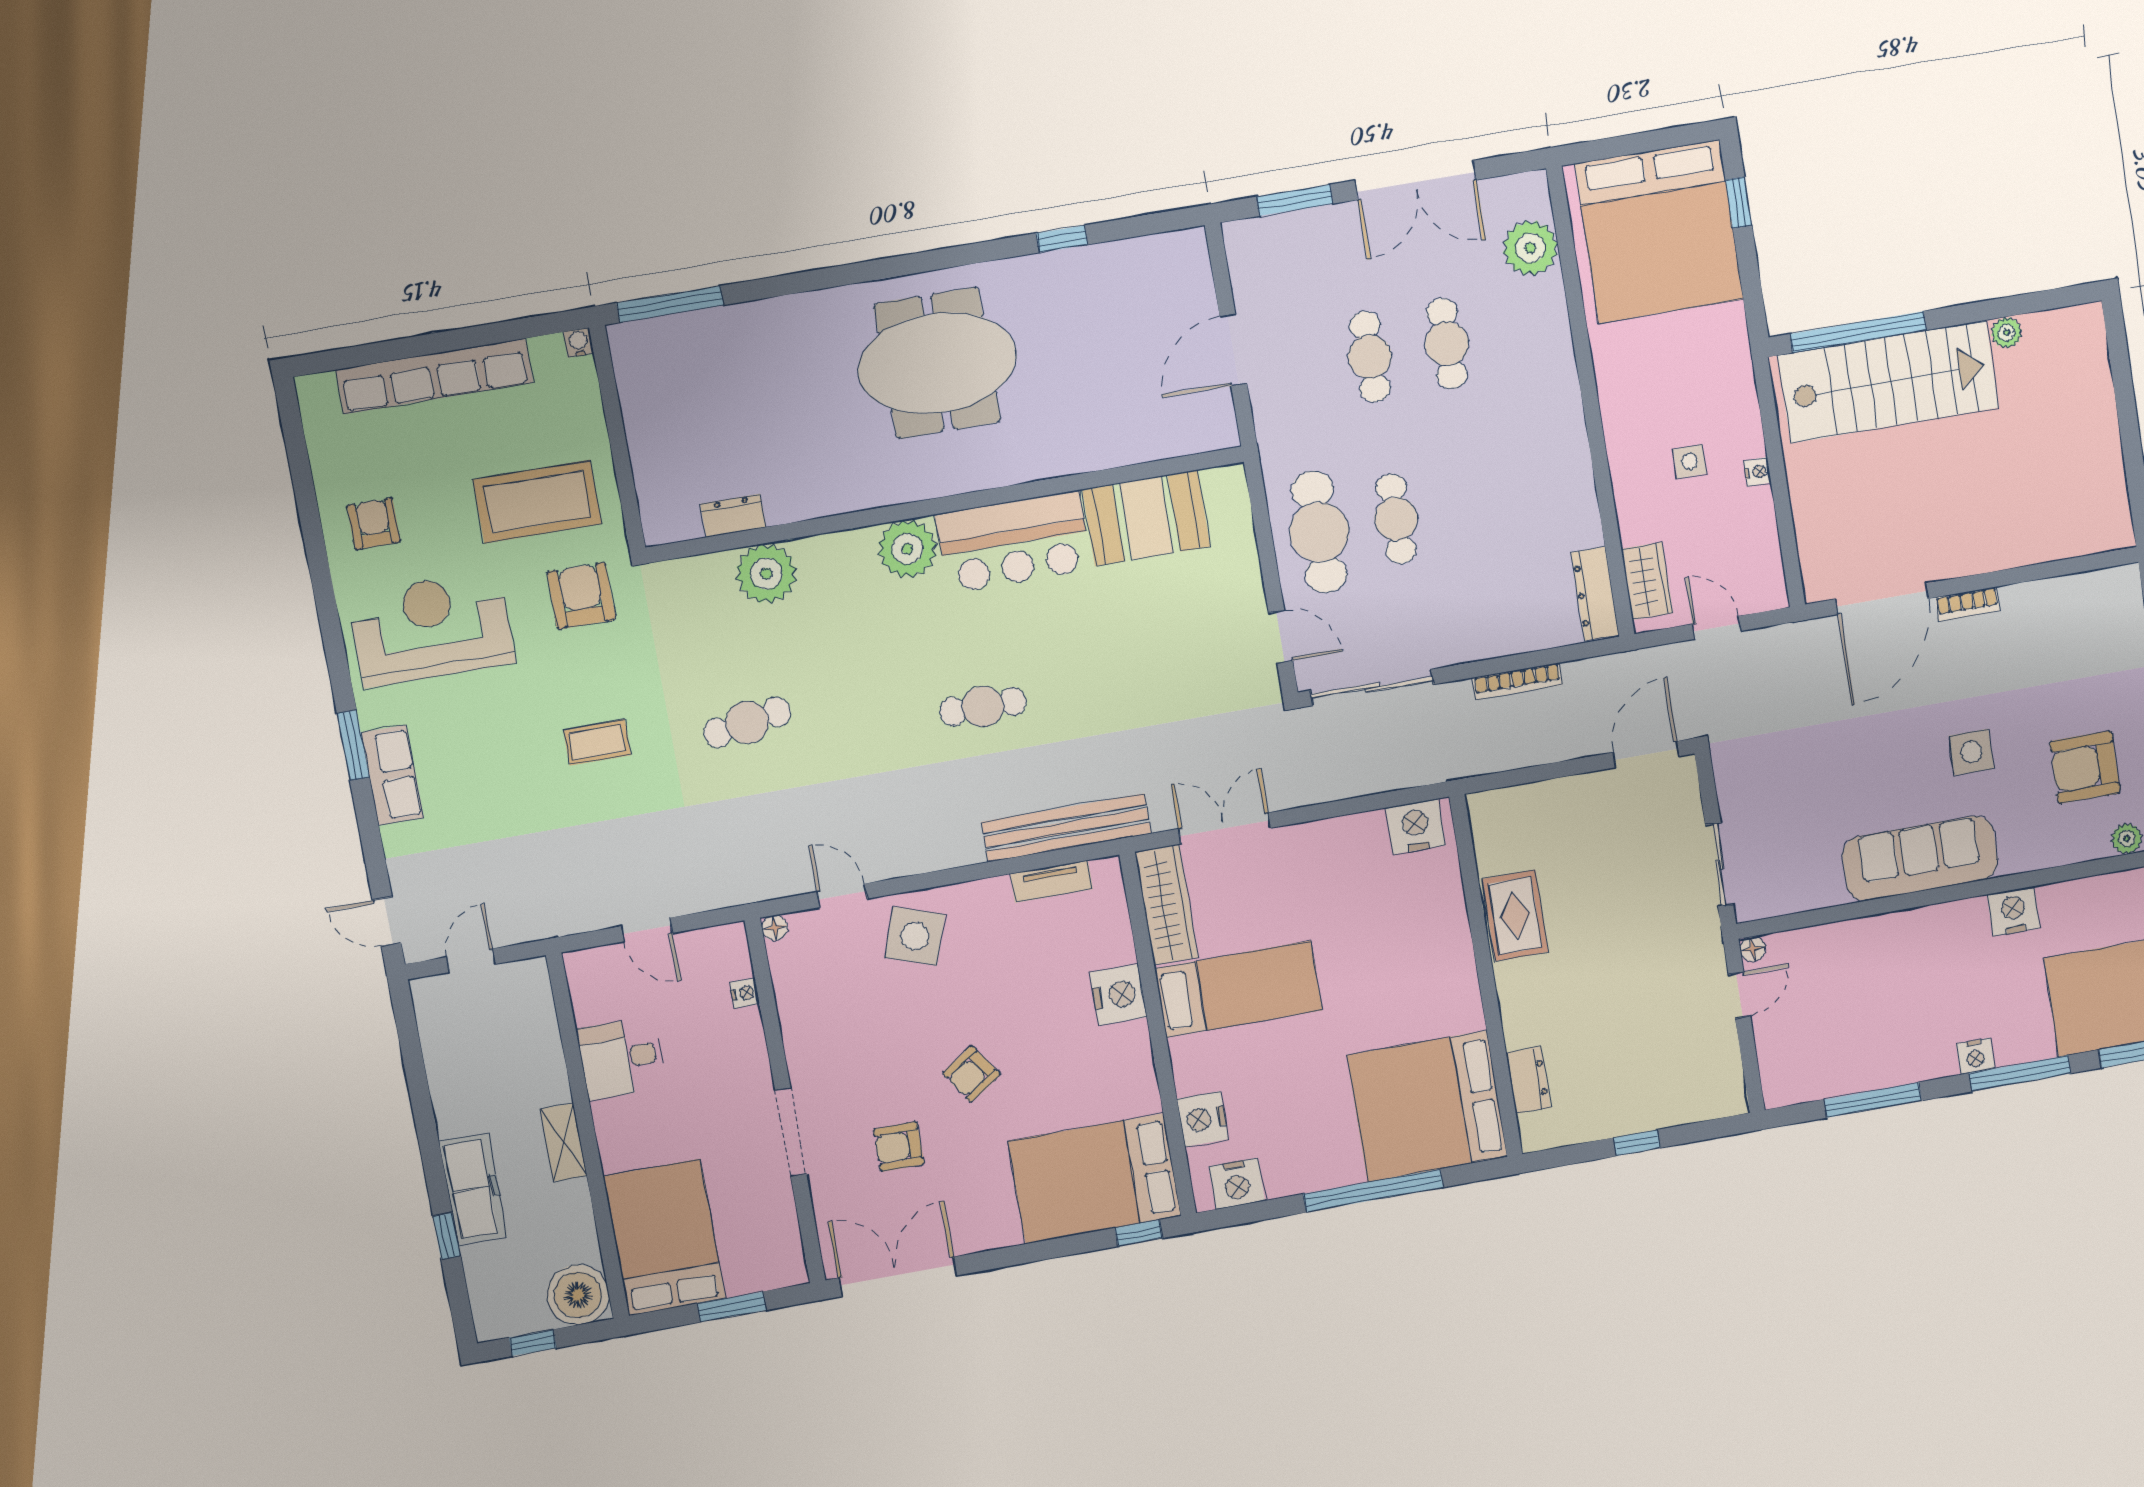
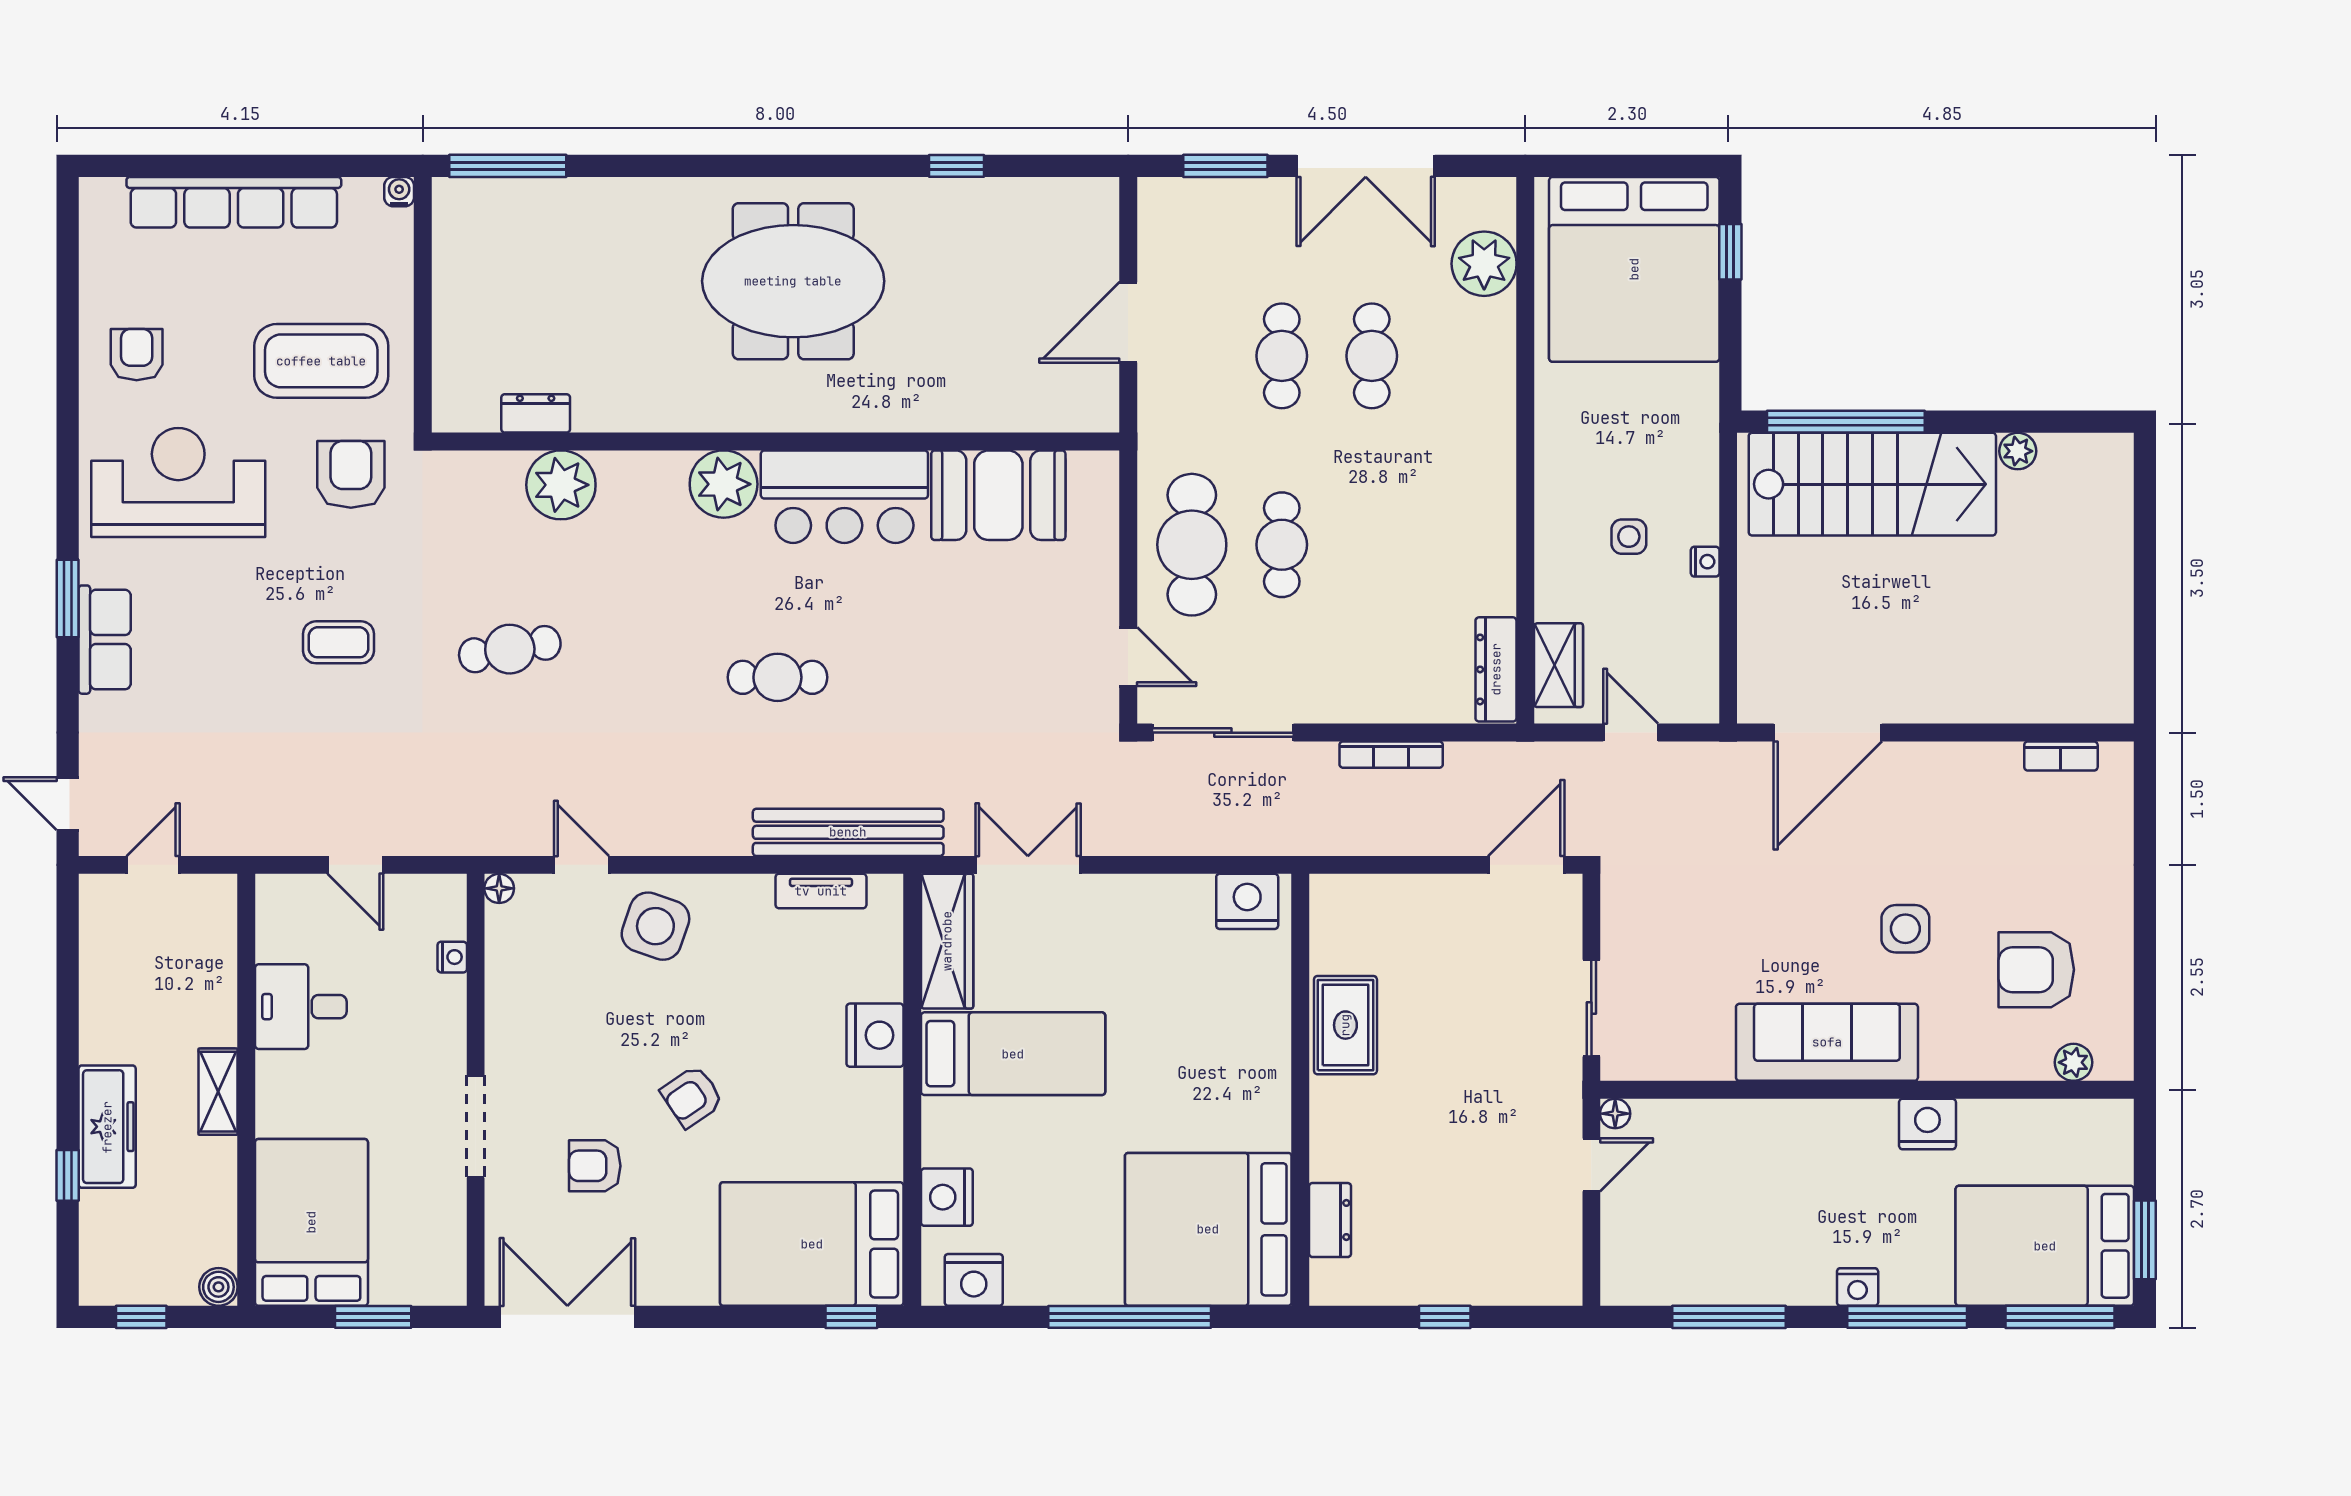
bookcase: (1968, 604) -> (2061, 756), moved
boiler: (578, 1295) -> (218, 1287), width x0.54, depth x0.54

